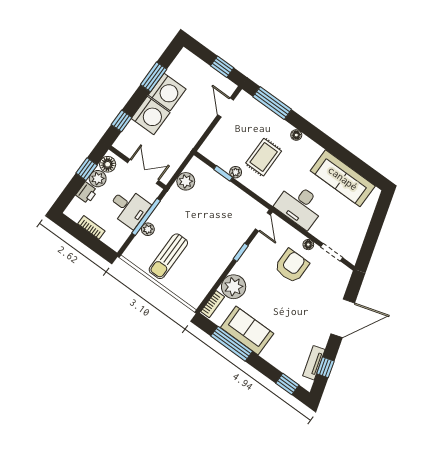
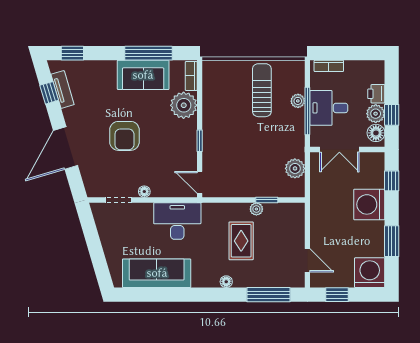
washing machine: (167, 92) -> (370, 273), moved, turned 90
bookcase: (91, 227) -> (329, 66), moved
armchair: (292, 266) -> (124, 136), moved

